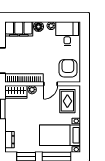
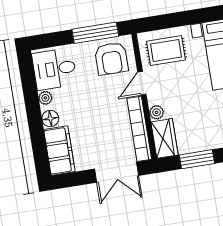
window: (85, 61) -> (95, 33), added
armchair: (68, 68) -> (111, 59), turned -90
door: (51, 84) -> (142, 83), swing flipped

